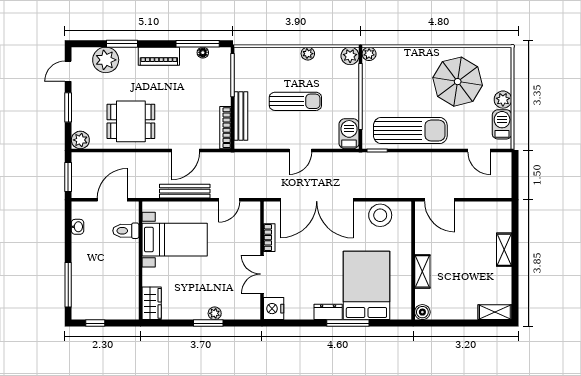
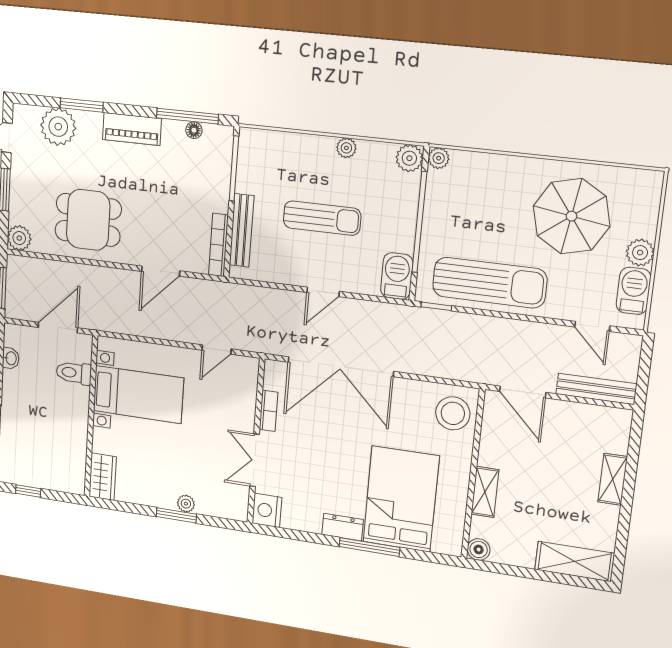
bench: (185, 191) -> (596, 389), moved
stool: (380, 215) -> (453, 413), moved
shelving: (495, 312) -> (575, 561), width x1.50, depth x1.33

